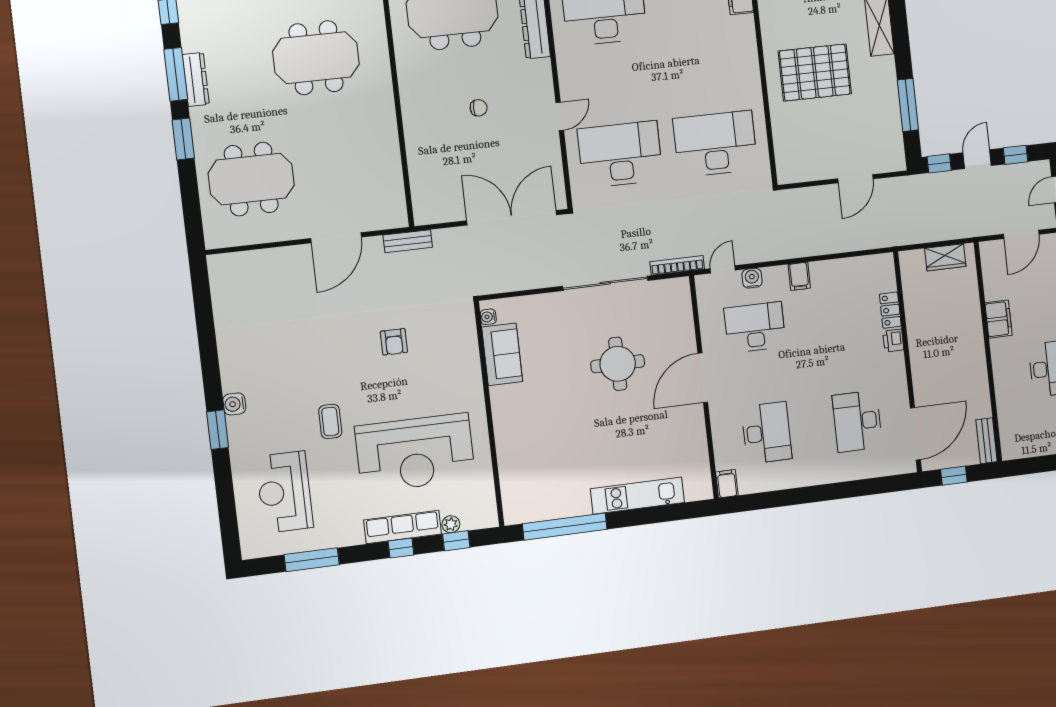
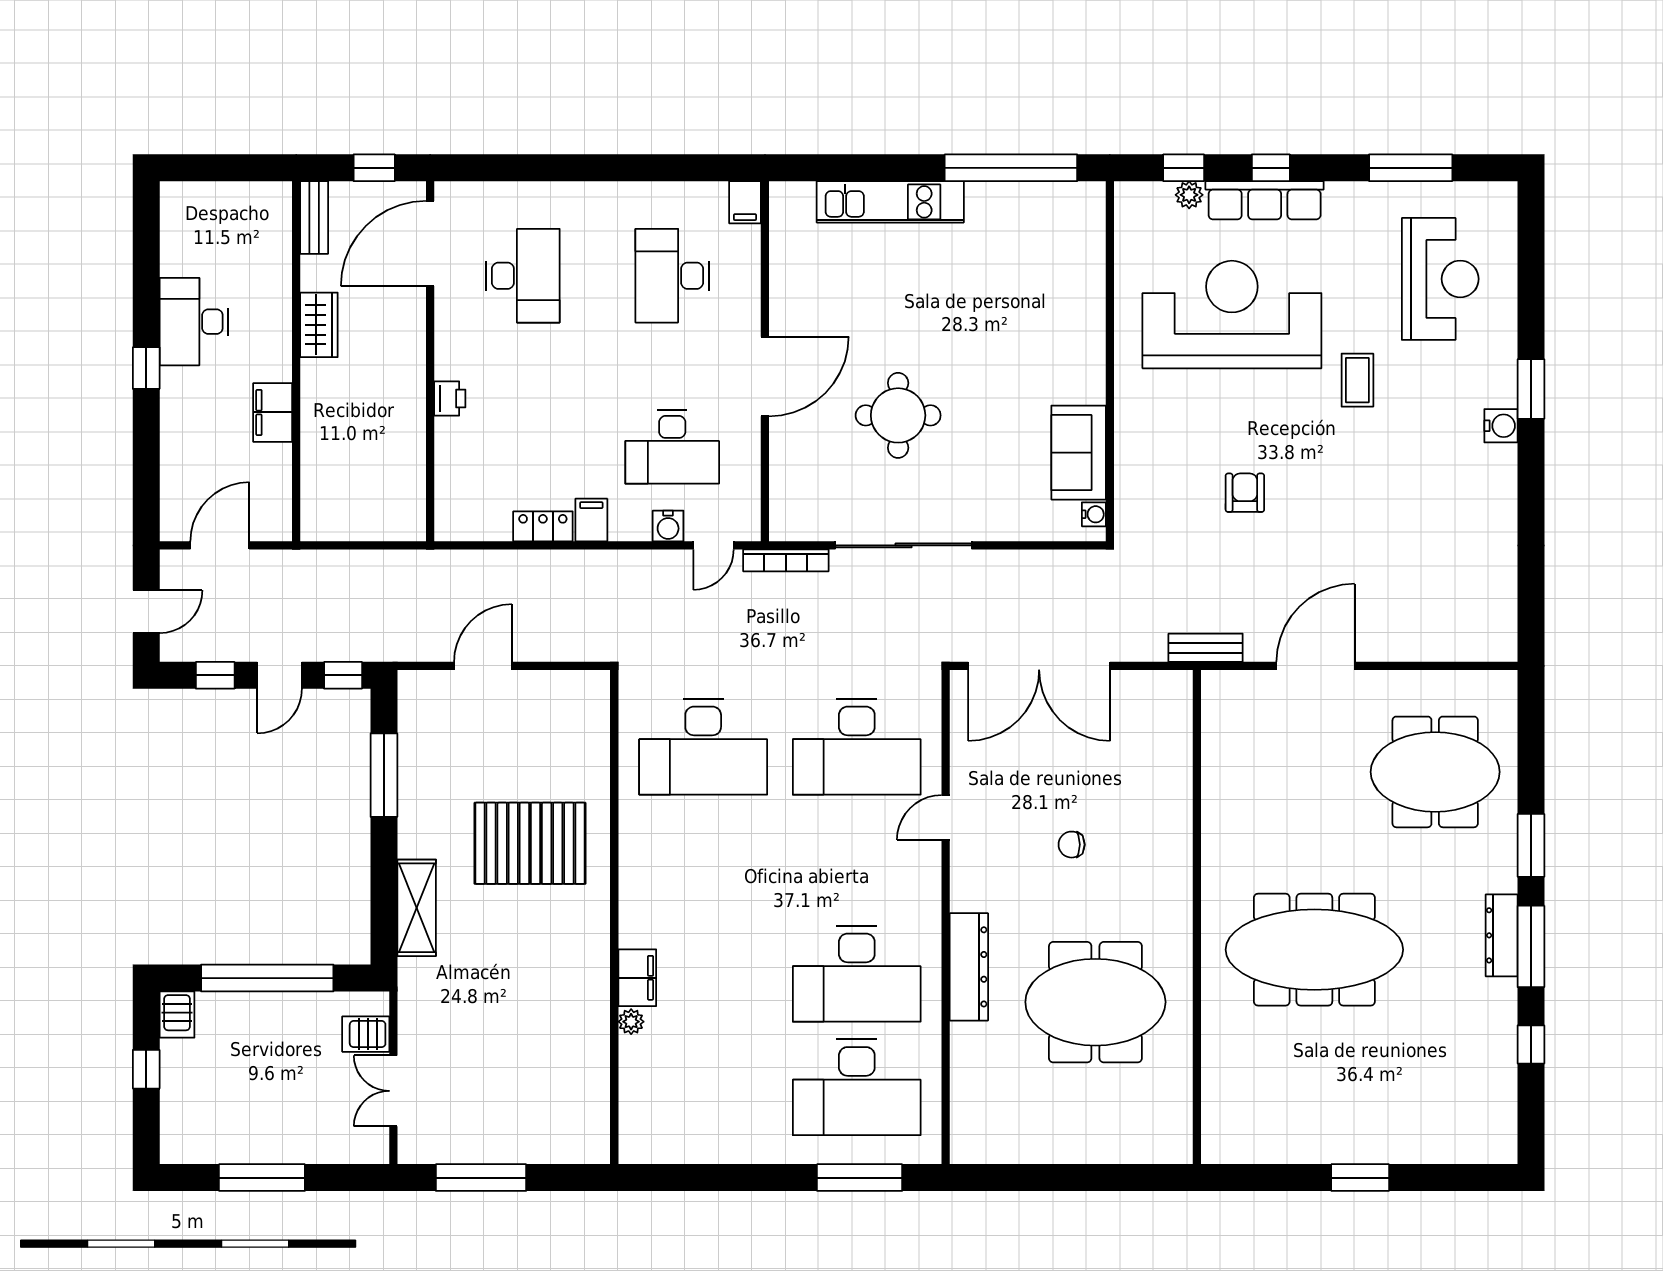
meeting table: (316, 58) -> (1314, 950), width x1.36
wardrobe: (945, 257) -> (319, 325), moved, turned 90
locker: (890, 310) -> (543, 526), moved, turned -90

